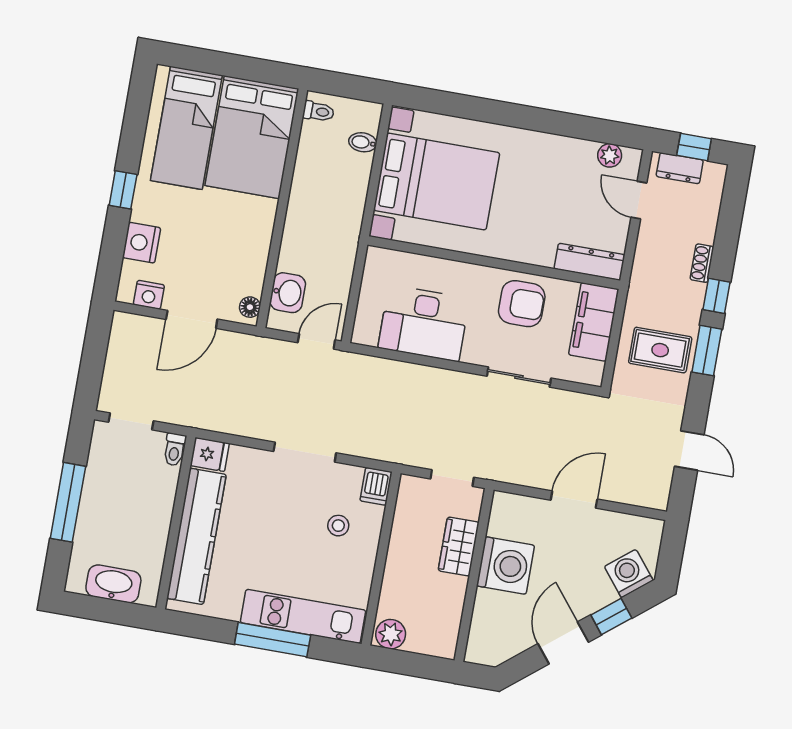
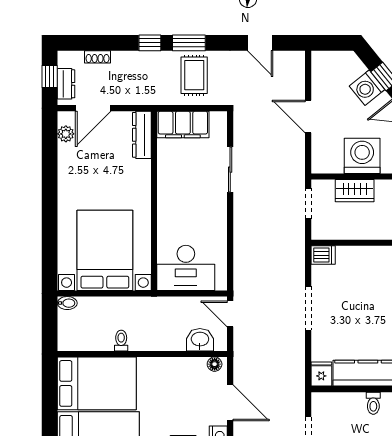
toilet: (318, 111) -> (121, 341), moved
bidet: (363, 142) -> (67, 303), moved, turned -90
door: (639, 200) -> (93, 108), width x1.38
shoe rack: (702, 263) -> (98, 57), moved
armchair: (522, 304) -> (179, 177), removed
desk: (424, 323) -> (186, 268), moved, turned 90
toilet: (175, 450) -> (373, 403), moved, turned 90
door: (689, 451) -> (260, 43), swing flipped
stool: (338, 526) -> (355, 276), removed
washing machine: (629, 574) -> (367, 88), moved

